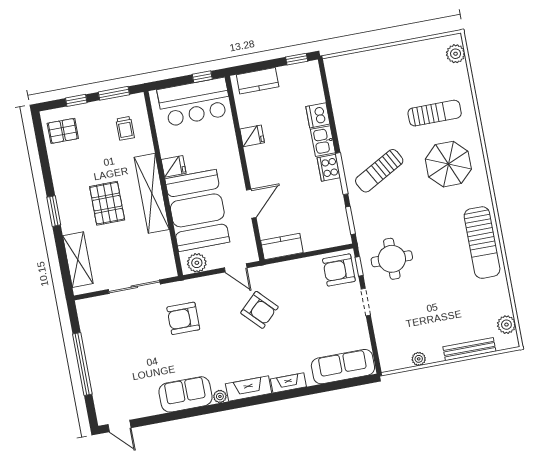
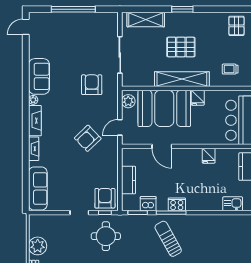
dishwasher: (318, 115) -> (148, 204), moved
kitchen sink: (323, 141) -> (233, 204), moved
kitchen counter: (282, 247) -> (128, 180), moved
plant: (419, 359) -> (38, 246), width x1.88, depth x1.88

